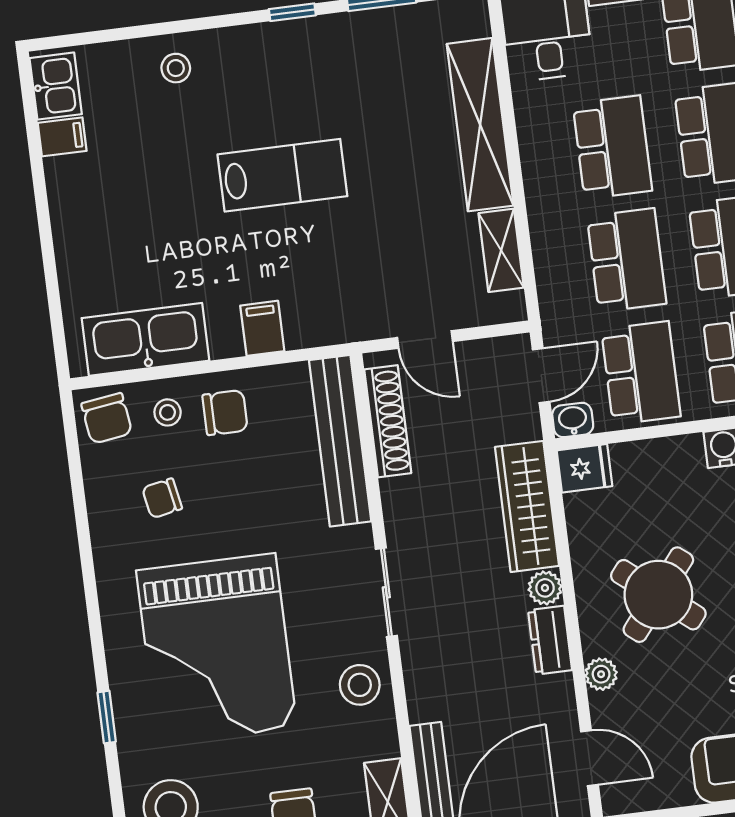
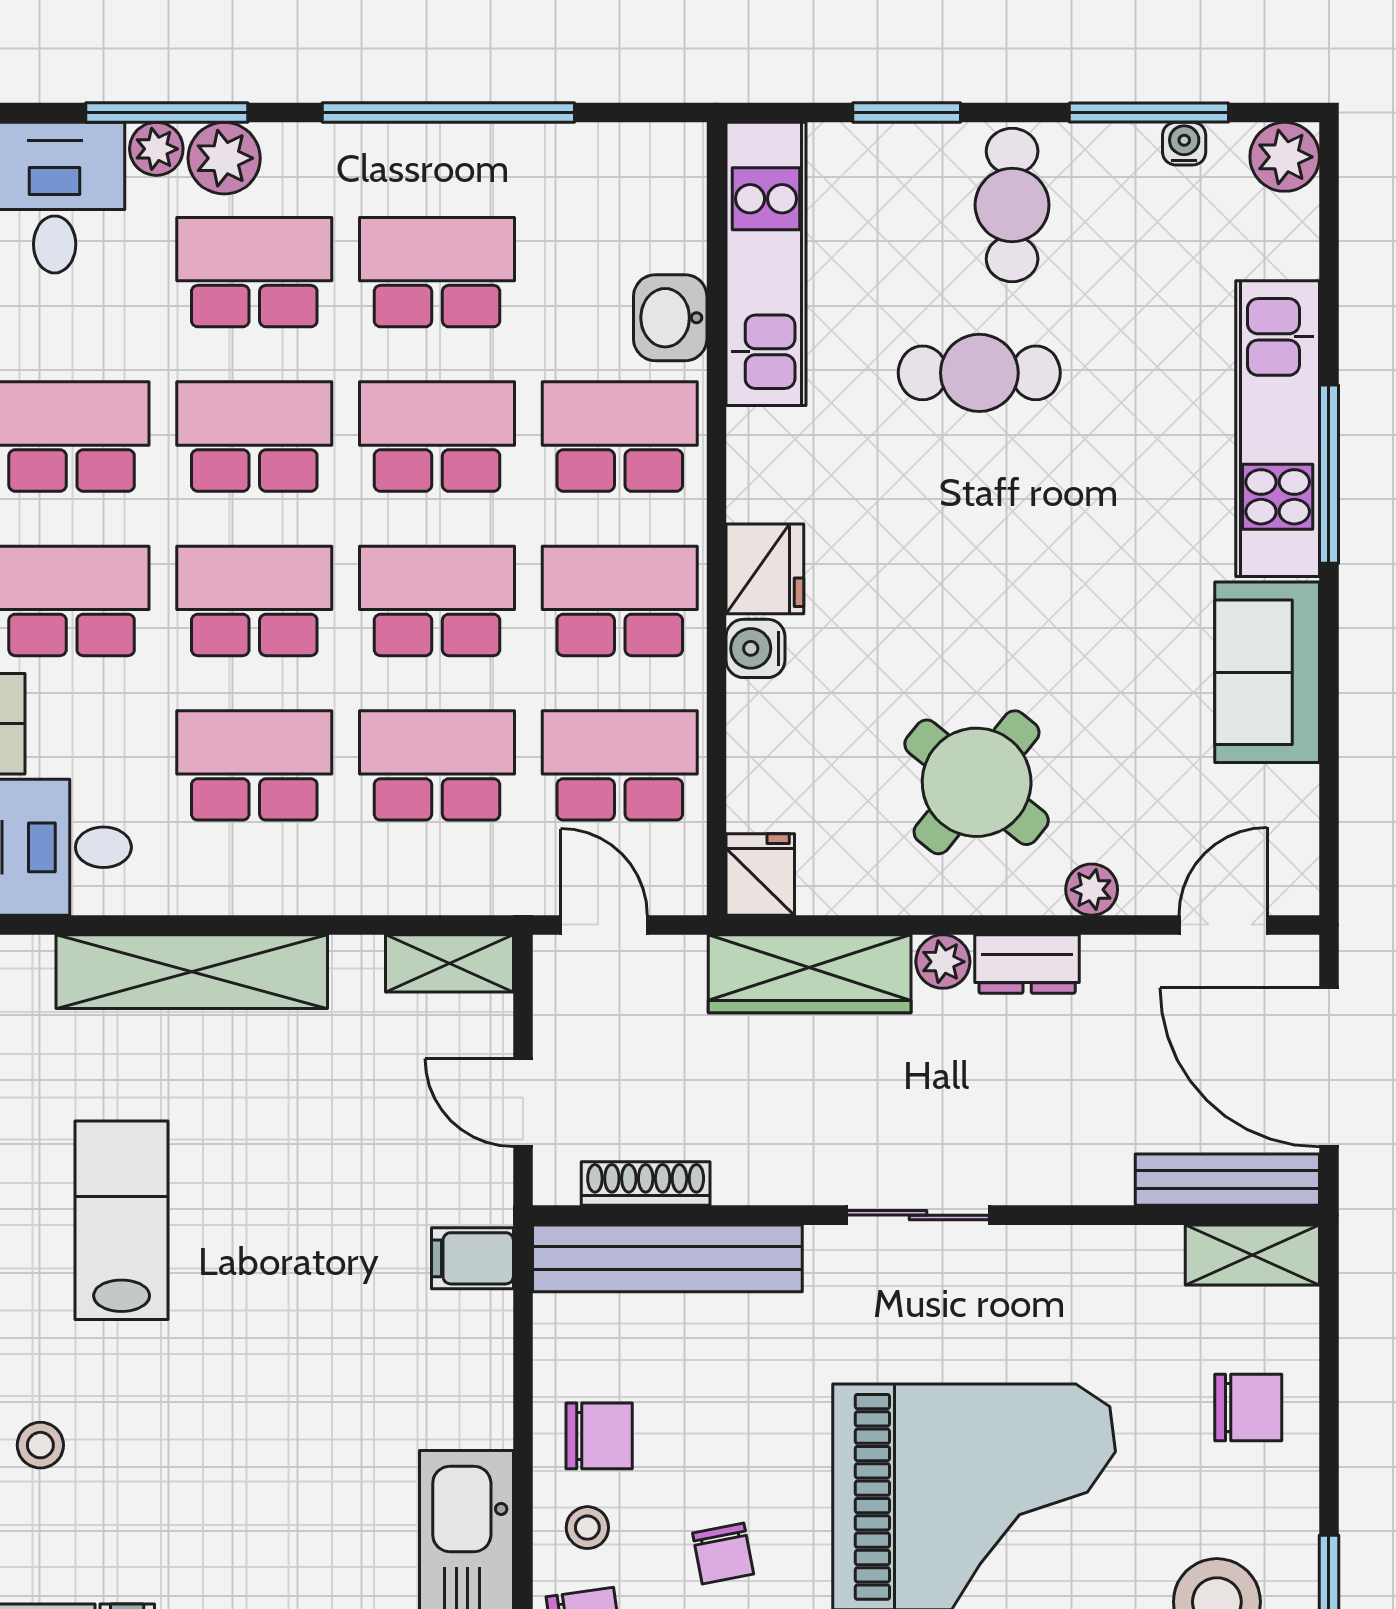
lab bench: (282, 175) -> (122, 1220), moved
shelving: (501, 250) -> (449, 963), moved
filing cabinet: (262, 328) -> (473, 1258), moved
door: (425, 339) -> (523, 1103), swing flipped
chair: (225, 413) -> (599, 1436), turned 90
washbasin: (573, 420) -> (681, 884), removed
shoe rack: (388, 421) -> (646, 1184), width x0.74, depth x0.81
stool: (360, 685) -> (1060, 1276), removed

